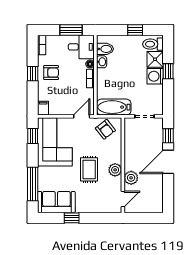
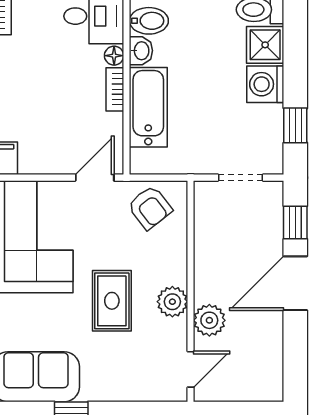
window: (168, 71) -> (295, 125), moved
armchair: (51, 73) -> (24, 76), removed
bathtub: (114, 107) -> (148, 107), moved, turned 90

